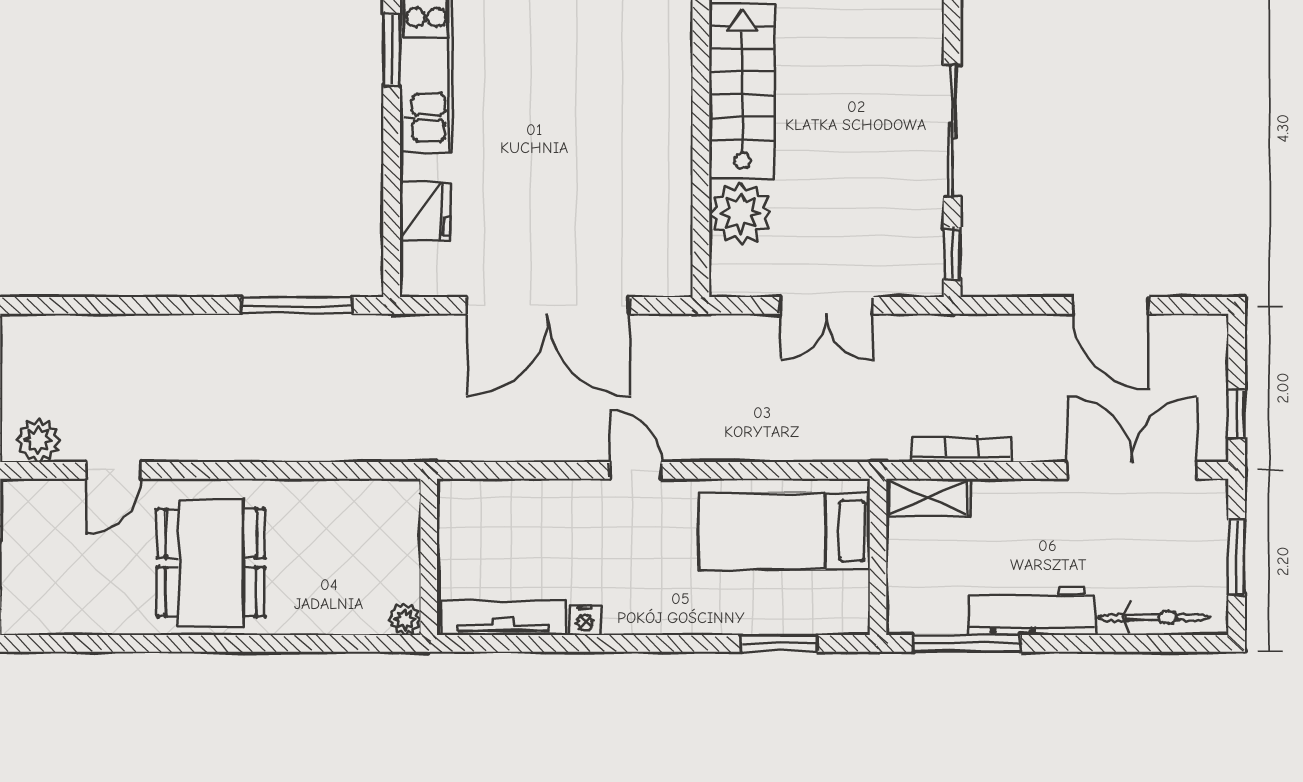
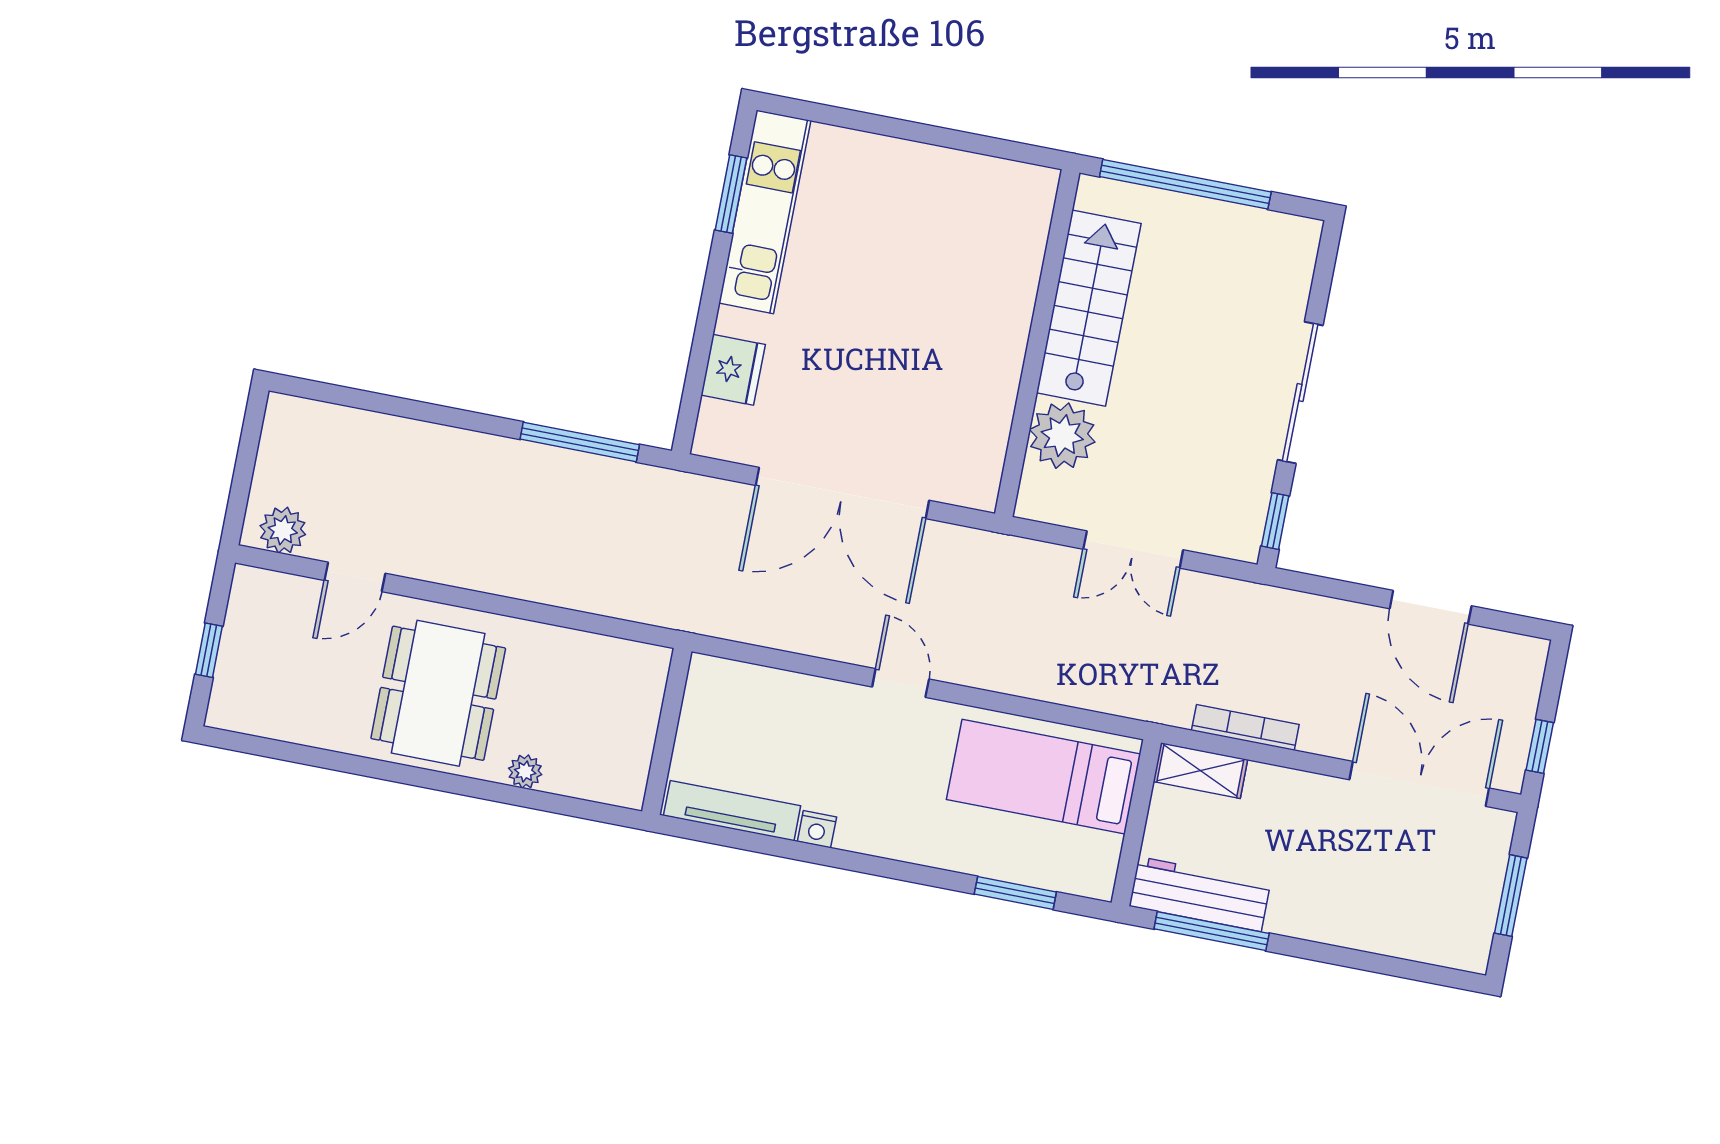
workbench: (1032, 611) -> (1200, 894), moved
bicycle: (1154, 618) -> (1412, 942), removed
plant: (405, 619) -> (525, 771), moved

